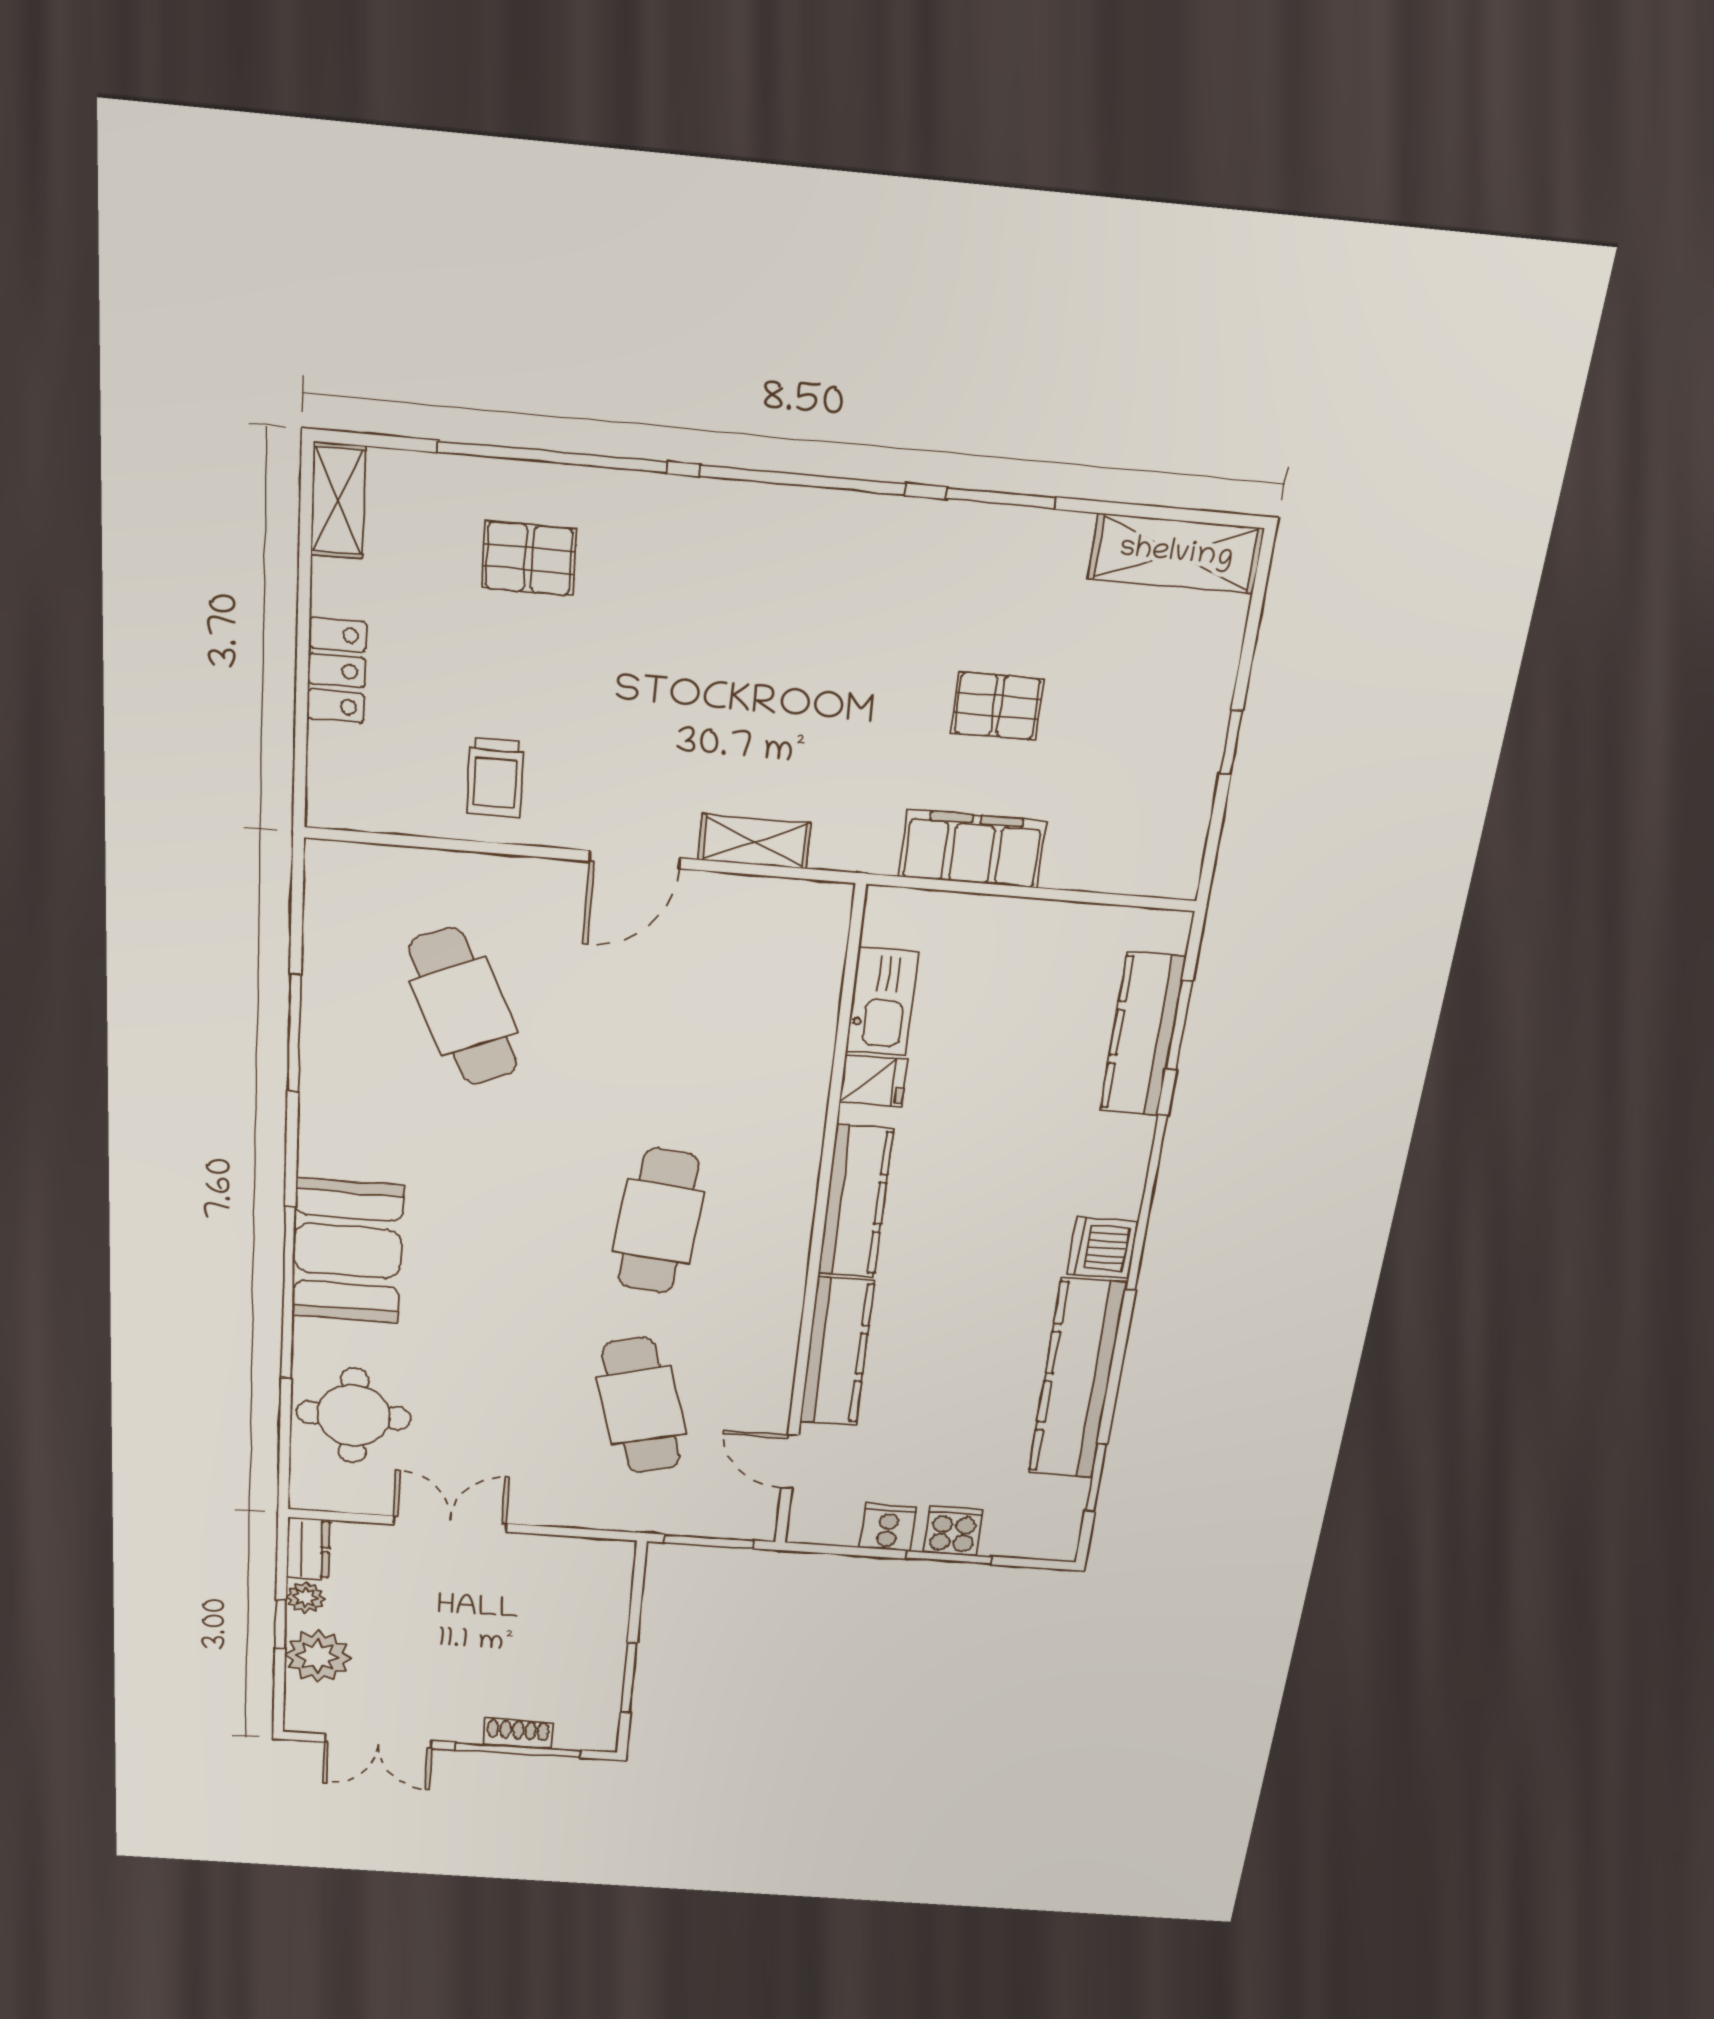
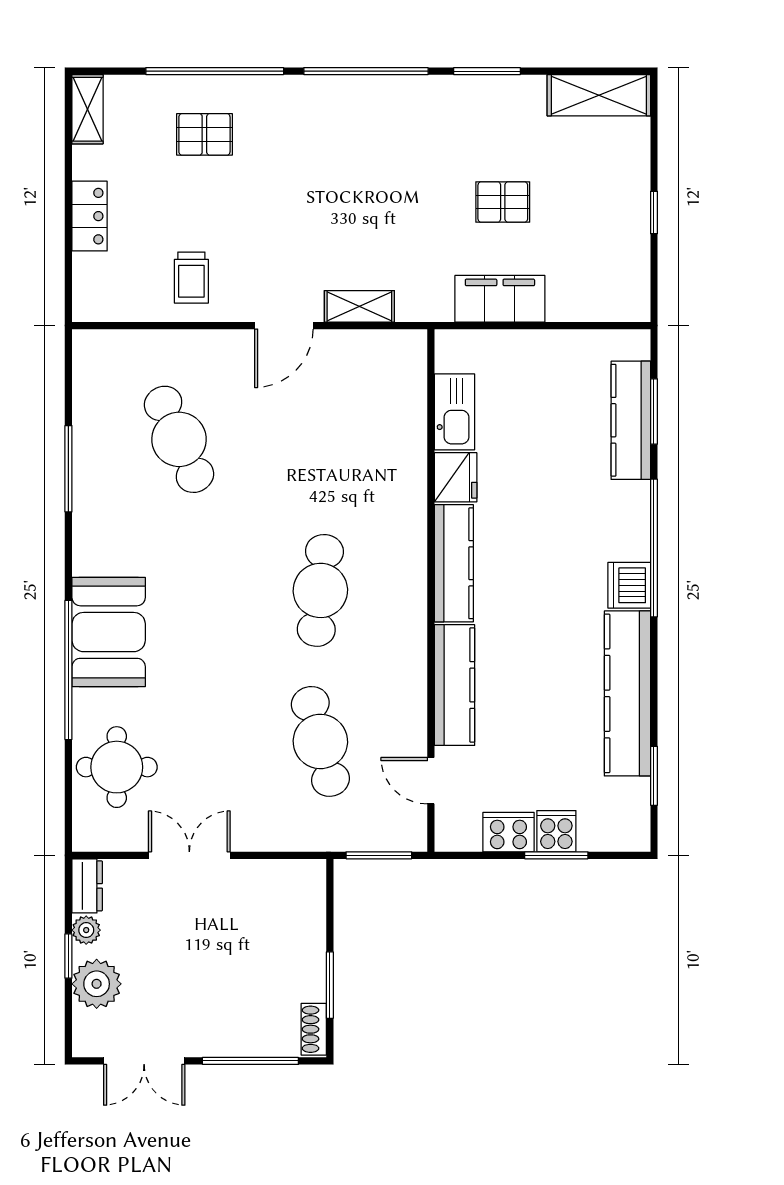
fridge: (873, 1081) -> (456, 477), width x1.38
cooker: (888, 1527) -> (508, 832), width x1.36
shoe rack: (518, 1733) -> (314, 1029), moved, turned -90

